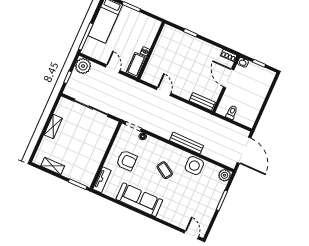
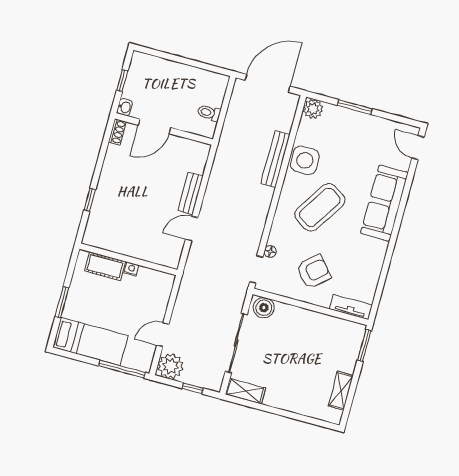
cot: (136, 65) -> (105, 266), moved
door: (113, 69) -> (163, 335), moved
bench: (202, 101) -> (191, 193), moved
shelving: (53, 127) -> (245, 391), moved
boiler: (110, 127) -> (264, 308), added
bench: (187, 143) -> (275, 159), moved
armchair: (127, 161) -> (313, 272), turned 49
coffee table: (165, 170) -> (320, 207), width x1.86, depth x1.72
sofa: (139, 200) -> (384, 203), moved
door: (192, 235) -> (418, 148), hinge flipped

